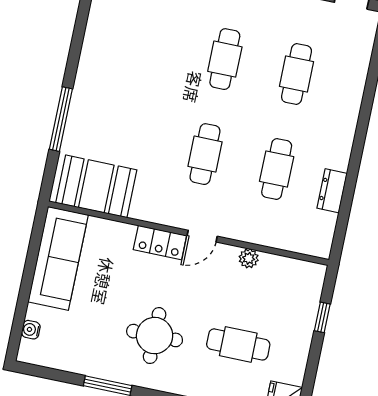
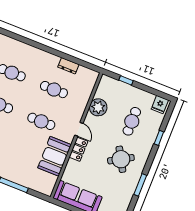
booth: (96, 186) -> (54, 156), moved
plant: (249, 258) -> (98, 107), width x1.87, depth x1.87
round table: (155, 336) -> (121, 159), turned -30

